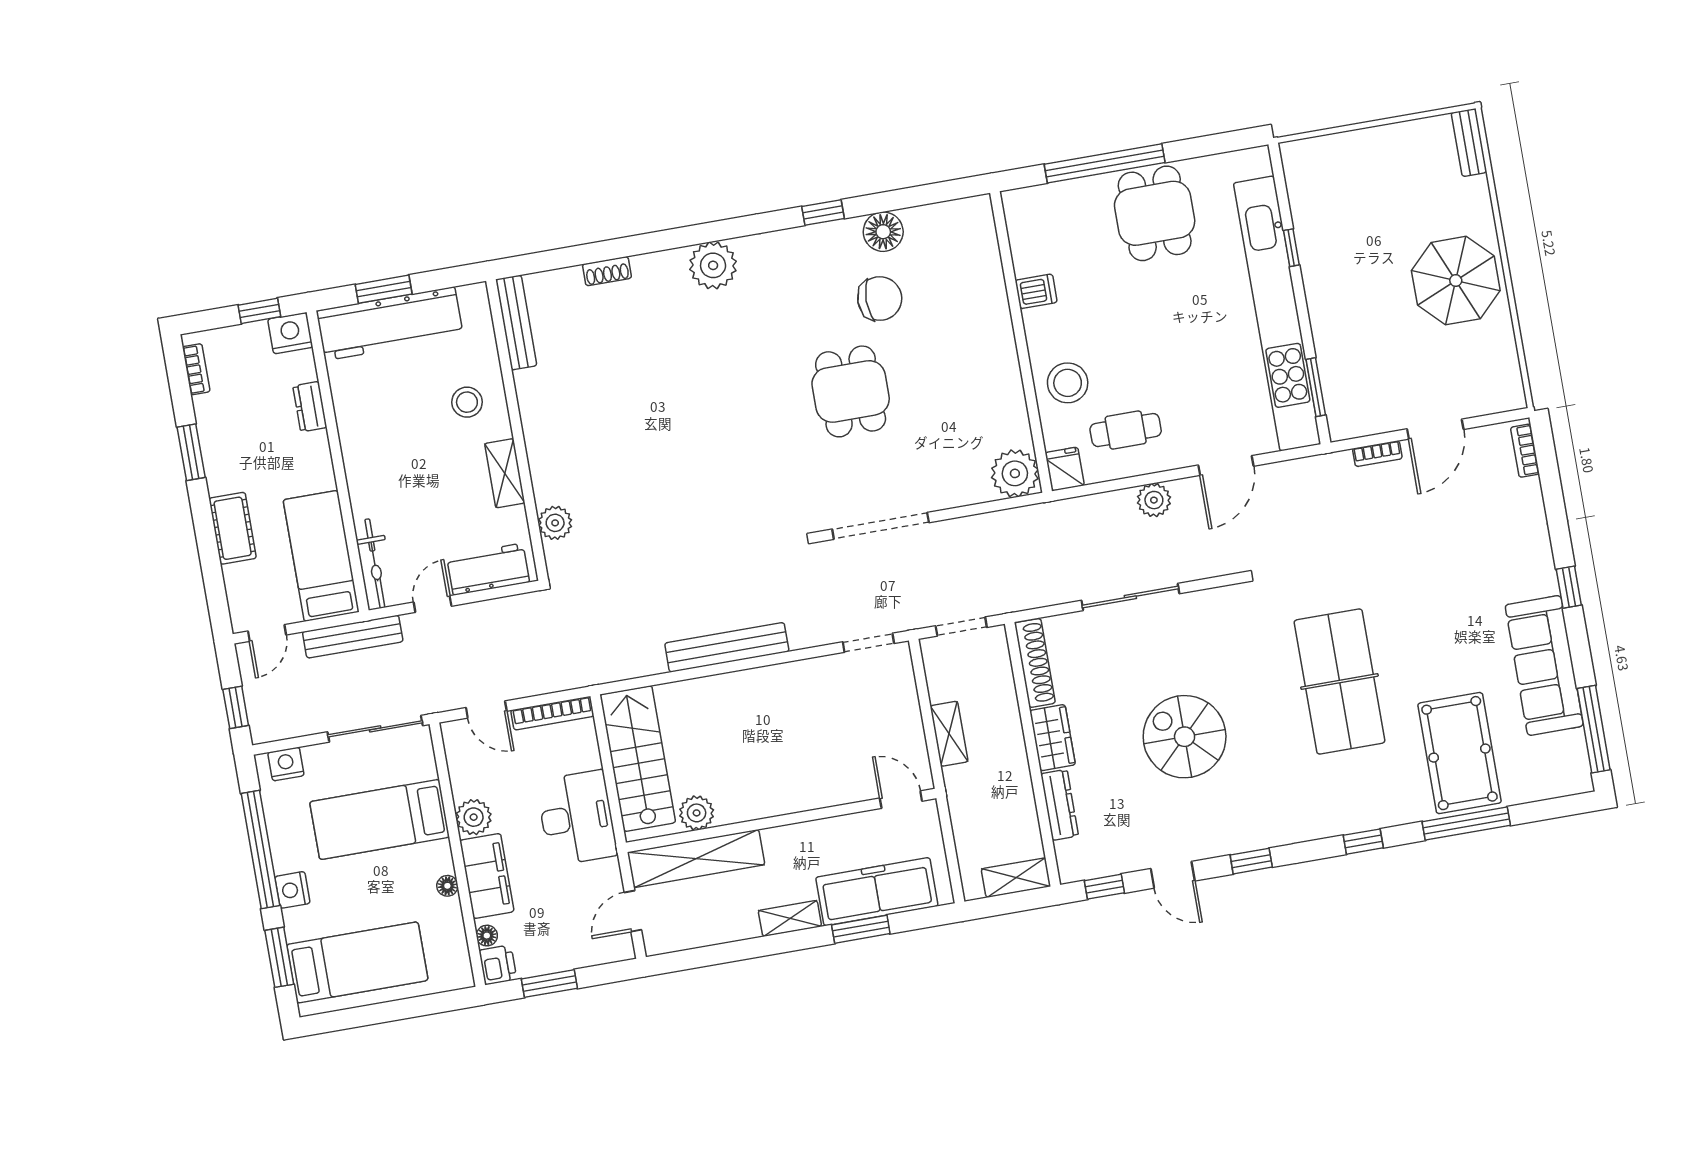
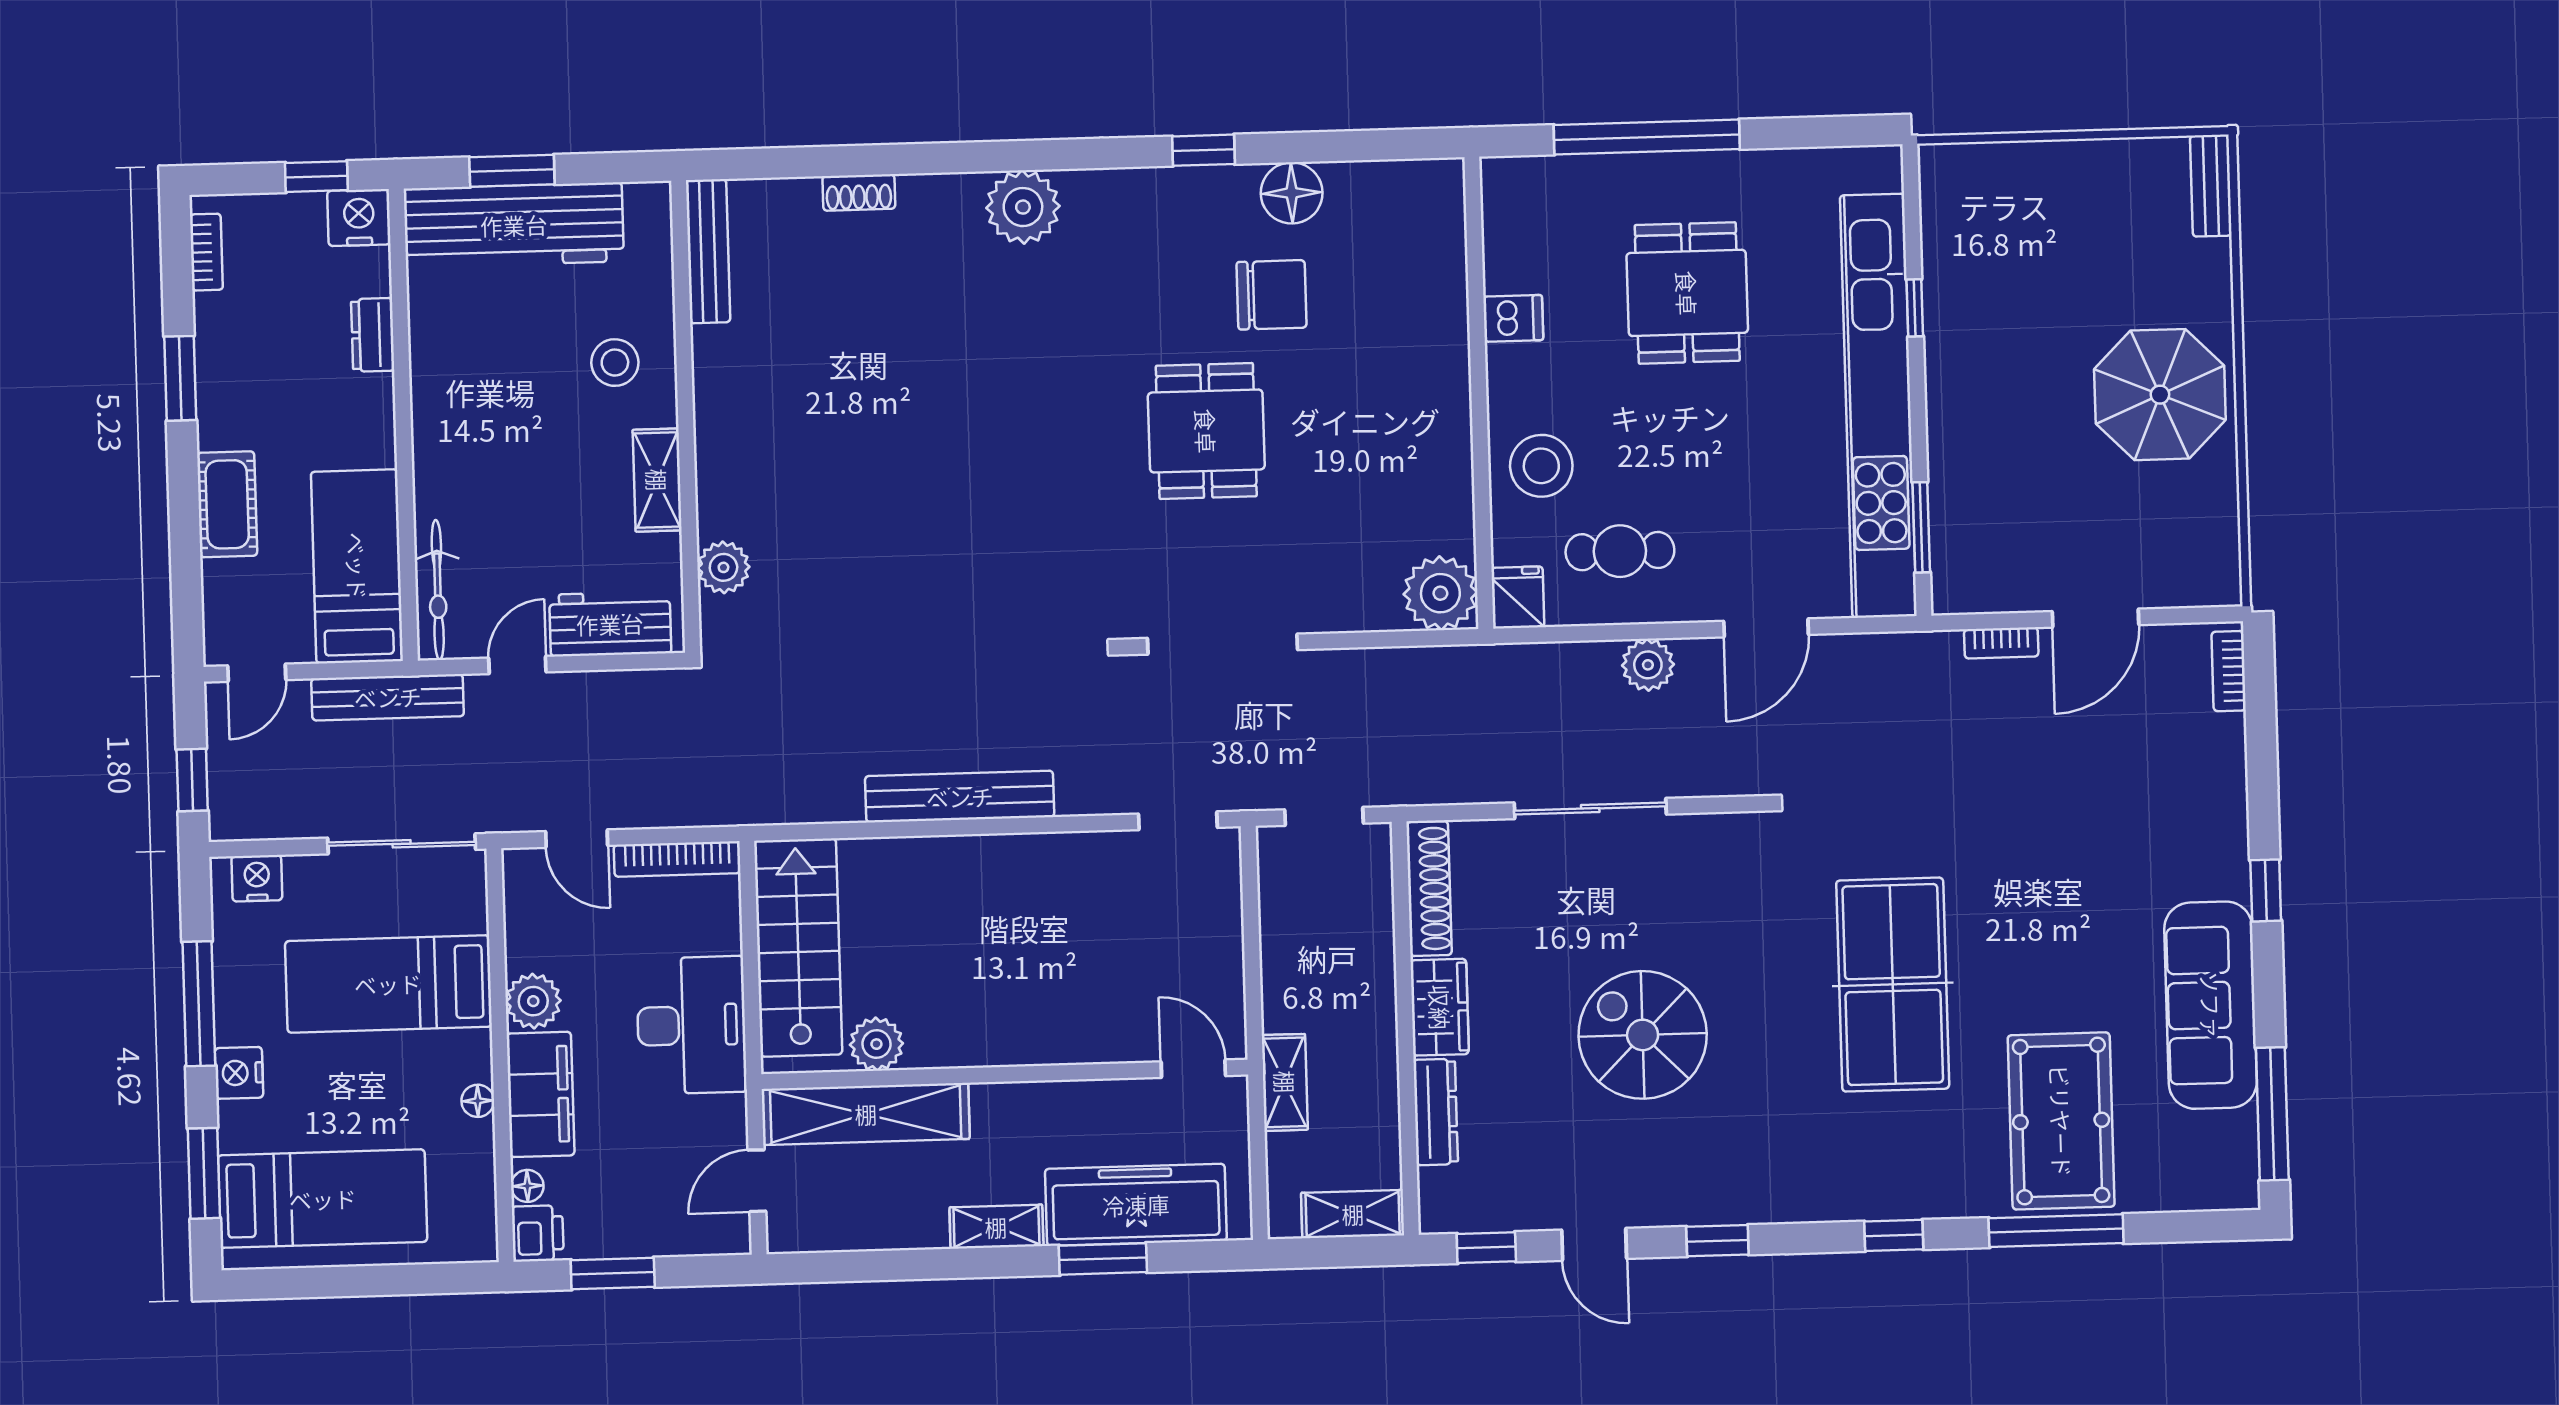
dining table: (1155, 213) -> (1687, 293), moved
shelving: (949, 734) -> (1285, 1082), moved
window: (260, 850) -> (199, 1004), width x0.68

